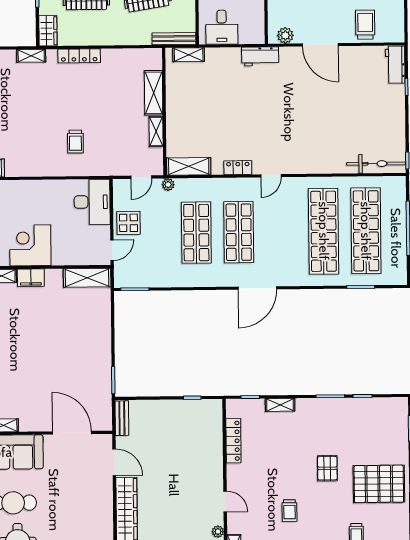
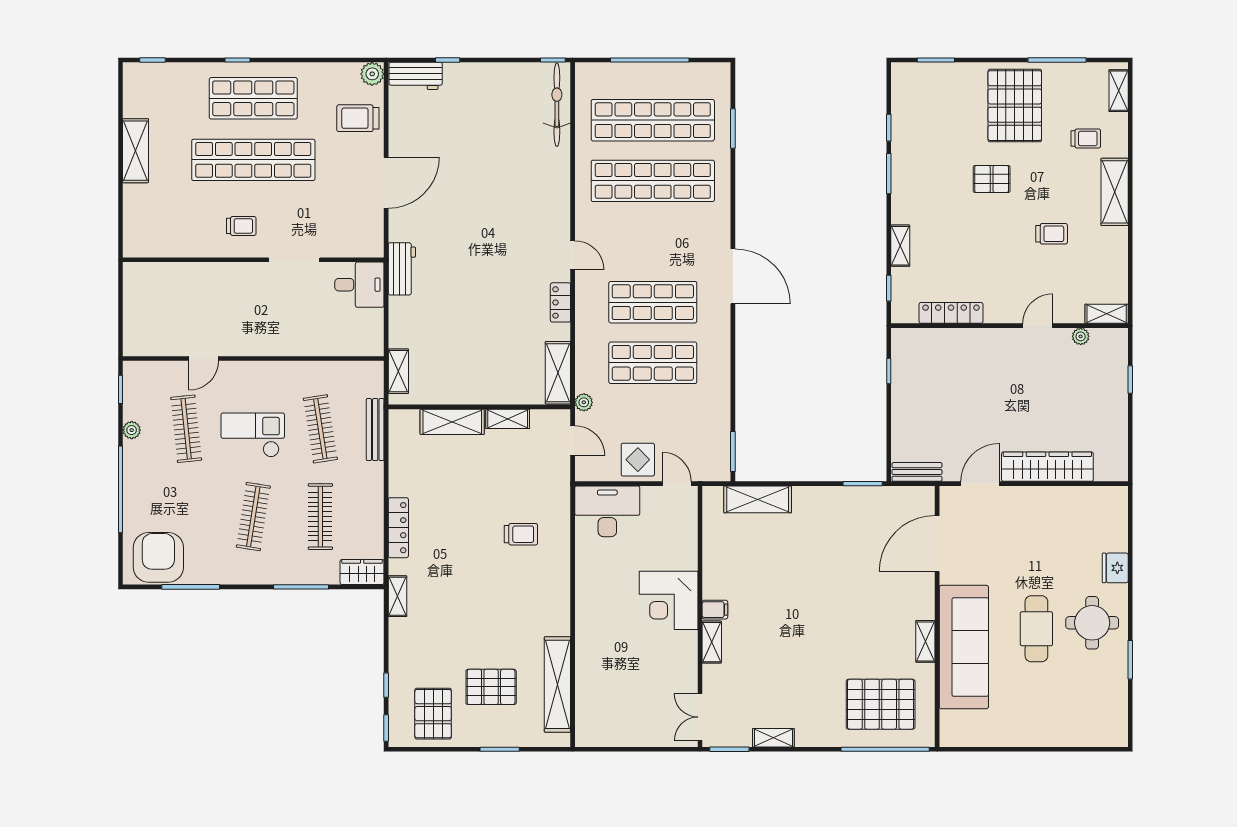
desk: (222, 27) -> (359, 285), moved
plant: (285, 35) -> (372, 74), moved
bench: (174, 39) -> (375, 430), moved
filing cabinet: (31, 278) -> (715, 610), width x0.50
shelving: (87, 278) -> (758, 499), moved, turned 90

